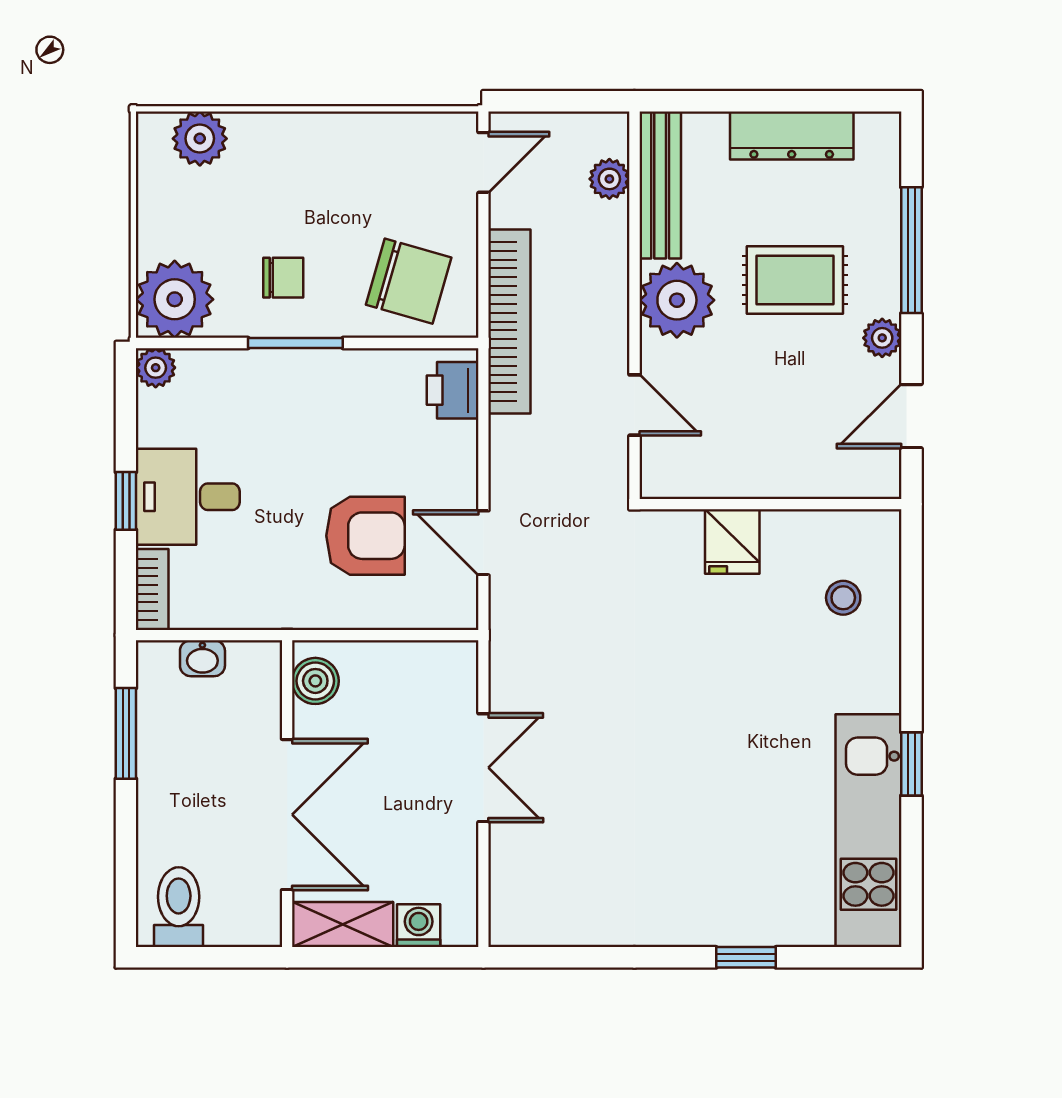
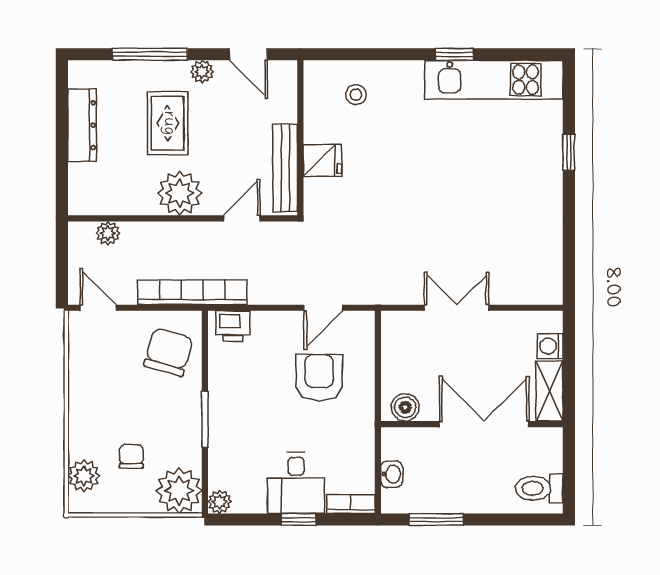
bench: (660, 185) -> (285, 168), moved, turned 90
chair: (283, 278) -> (131, 456), moved

